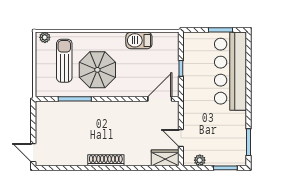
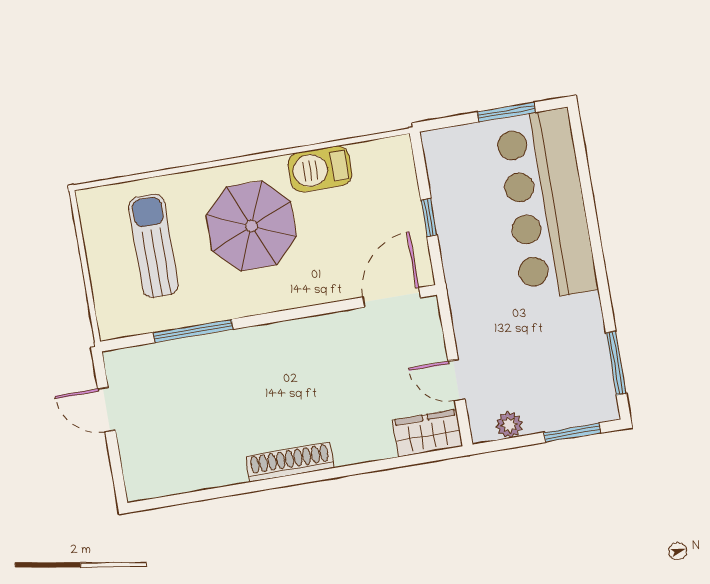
plant: (45, 37) -> (99, 199), removed
parasol: (97, 70) -> (251, 226), moved
door: (33, 153) -> (107, 409), moved

